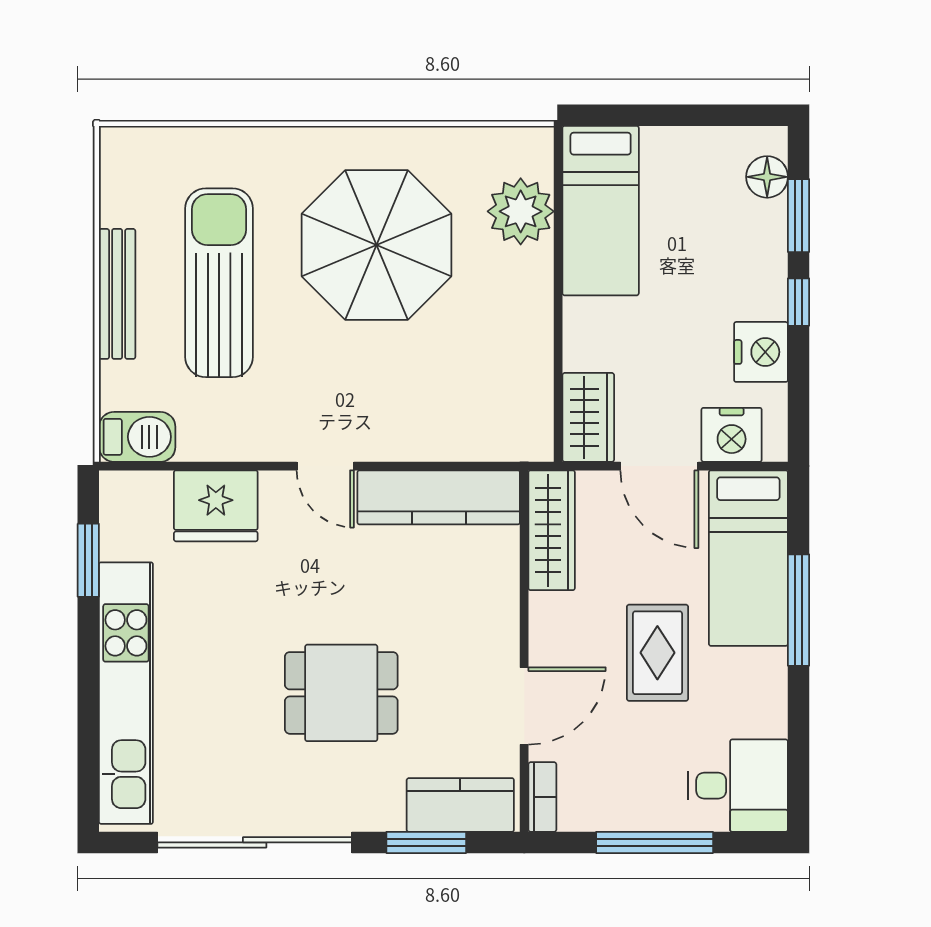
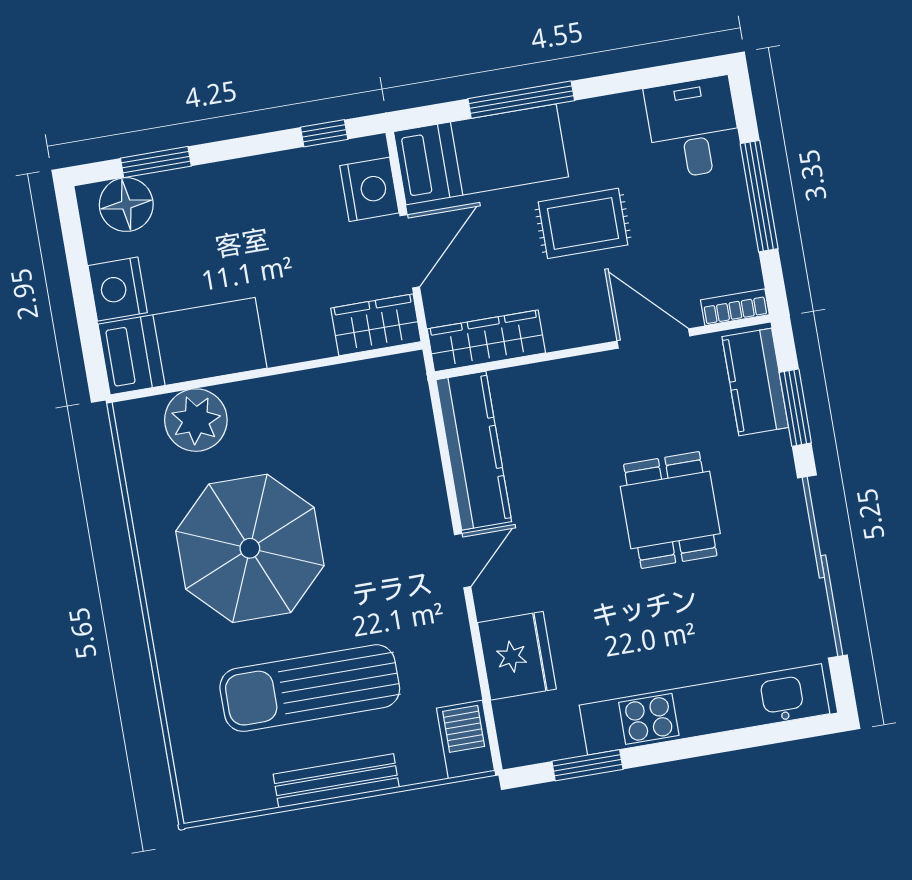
floor lamp: (767, 177) -> (126, 205), width x1.38, depth x1.38
window: (798, 302) -> (324, 133), moved
nightstand: (761, 352) -> (118, 289), moved, turned -90

